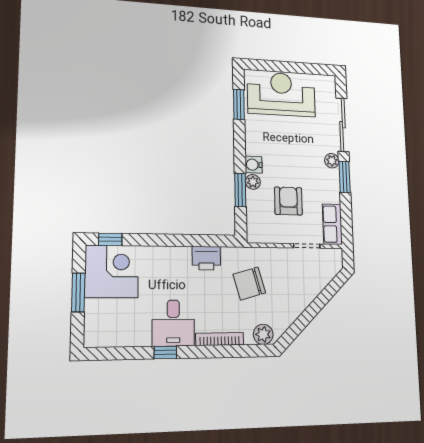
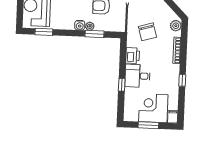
window: (110, 239) -> (122, 85), moved
corner desk: (112, 271) -> (153, 108), moved
desk: (173, 323) -> (137, 76), moved, turned 180
filing cabinet: (96, 338) -> (173, 117), added

